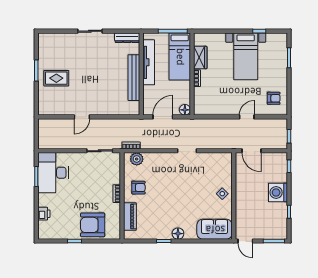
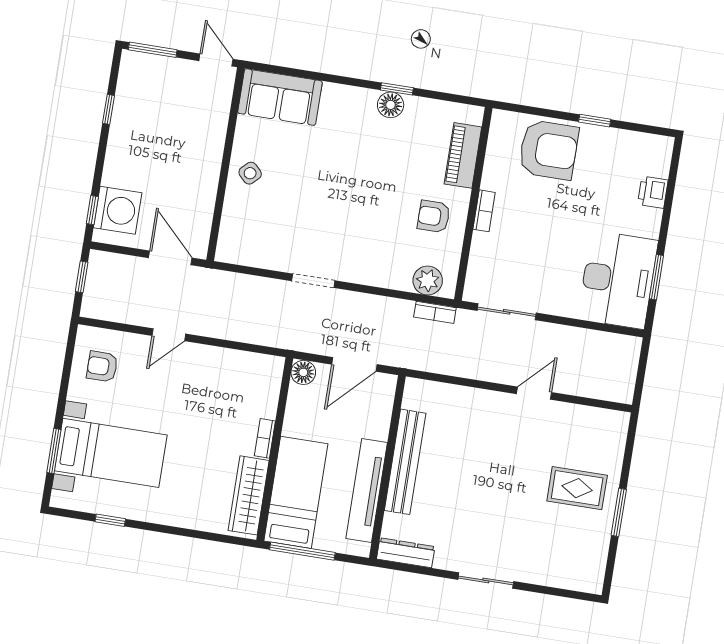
bed with nightstands: (246, 56) -> (111, 453), moved, turned 90
wardrobe: (200, 57) -> (249, 495), width x1.50
washing machine: (278, 193) -> (118, 210), moved
floor lamp: (178, 234) -> (391, 105), moved

